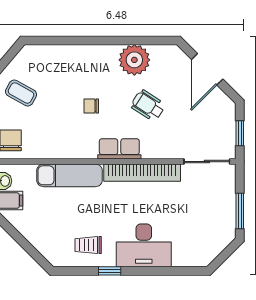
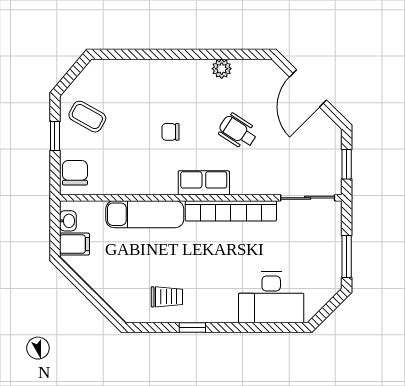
plant: (134, 60) -> (222, 69), width x0.53, depth x0.53
trolley: (88, 245) -> (167, 297), turned 180
desk: (144, 245) -> (271, 297), moved

